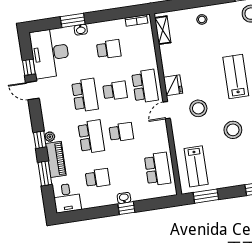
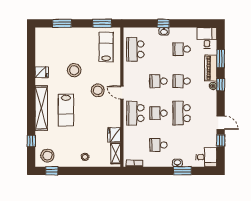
desk: (50, 53) -> (206, 157), width x0.53, depth x0.77
fridge: (173, 85) -> (114, 135), moved
door: (167, 110) -> (122, 93), swing flipped
school desk: (91, 137) -> (182, 81), width x0.54

